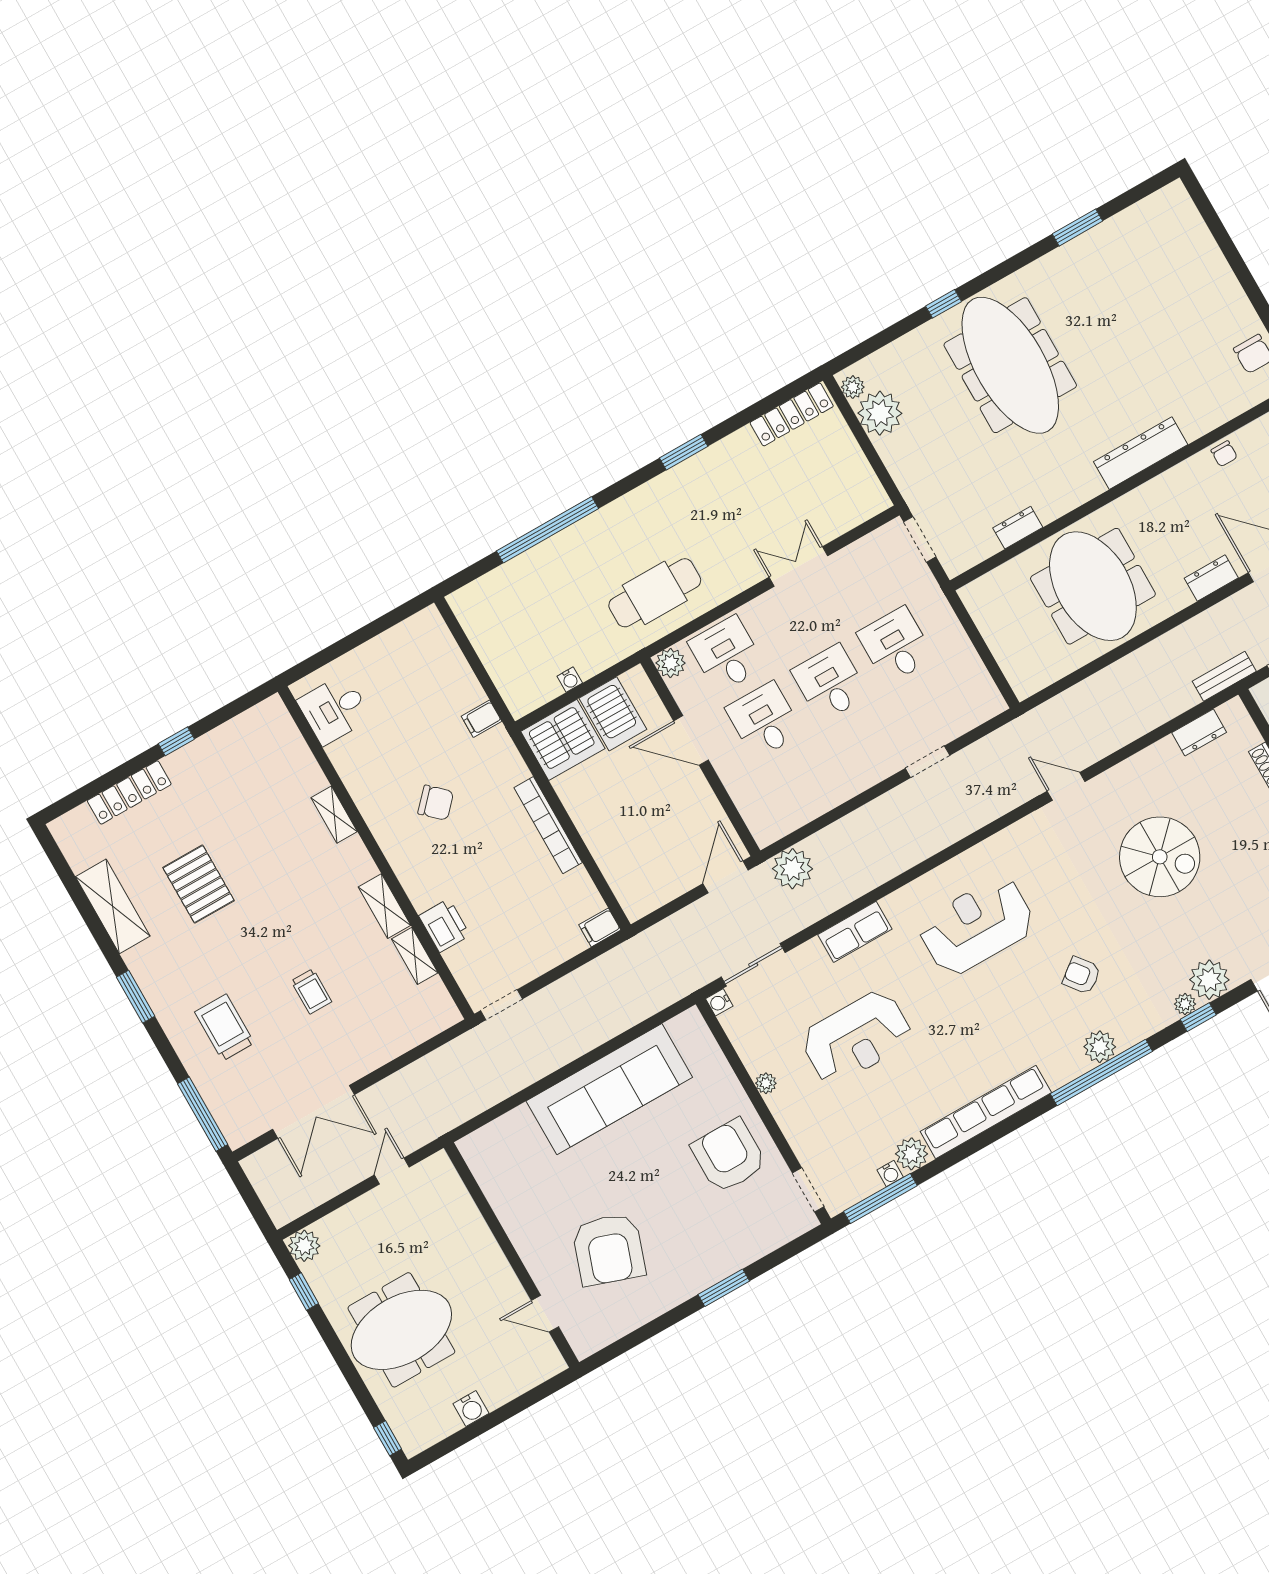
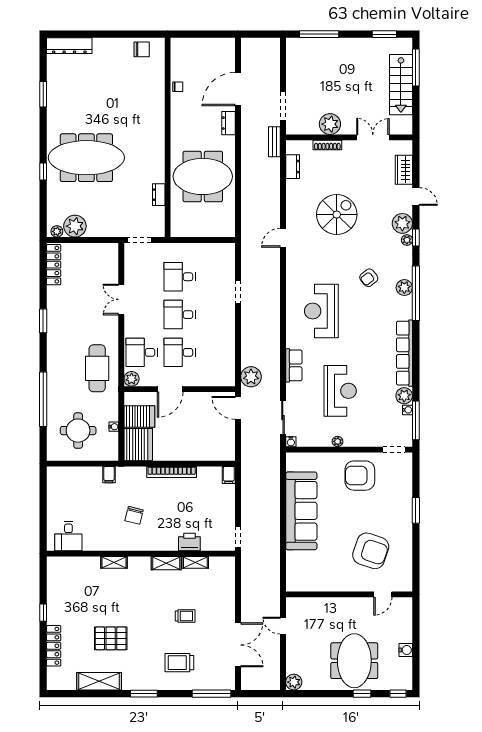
dresser: (1141, 453) -> (69, 46), moved, turned -90
round table: (528, 621) -> (78, 431), added
chair: (436, 803) -> (134, 515), turned 151
window: (304, 1292) -> (362, 694), moved

